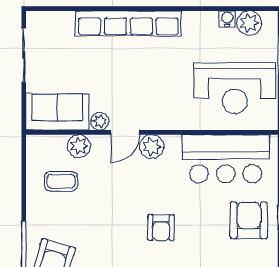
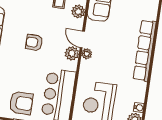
plant: (100, 121) -> (87, 54), moved
armchair: (161, 227) -> (34, 42), moved

